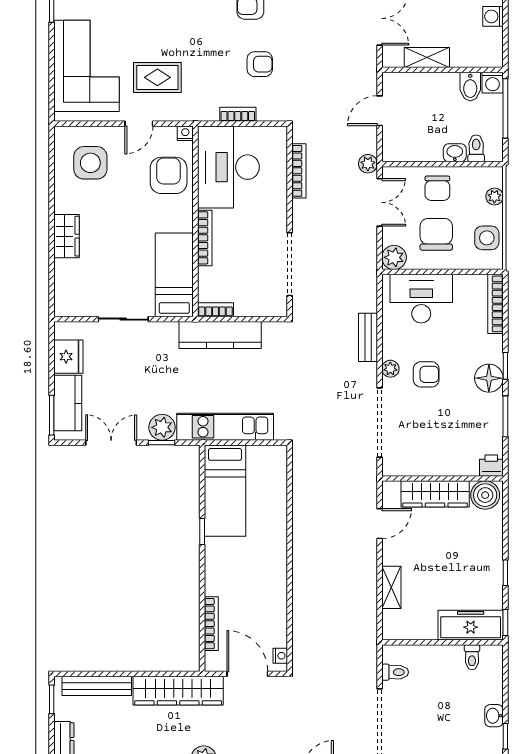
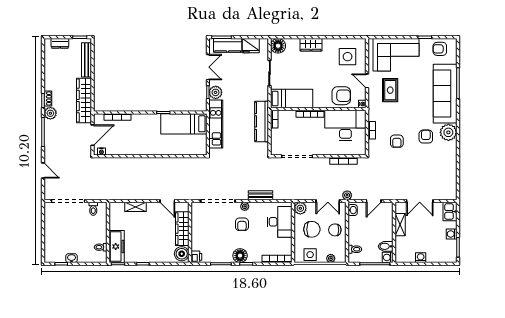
door: (380, 111) -> (374, 201), swing flipped
washbasin: (455, 153) -> (353, 210), moved
floor lamp: (69, 302) -> (278, 46), added

